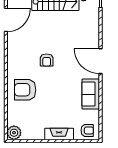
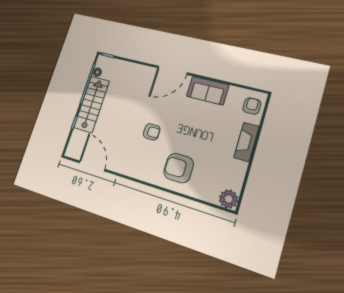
armchair: (25, 90) -> (179, 168), turned 90

